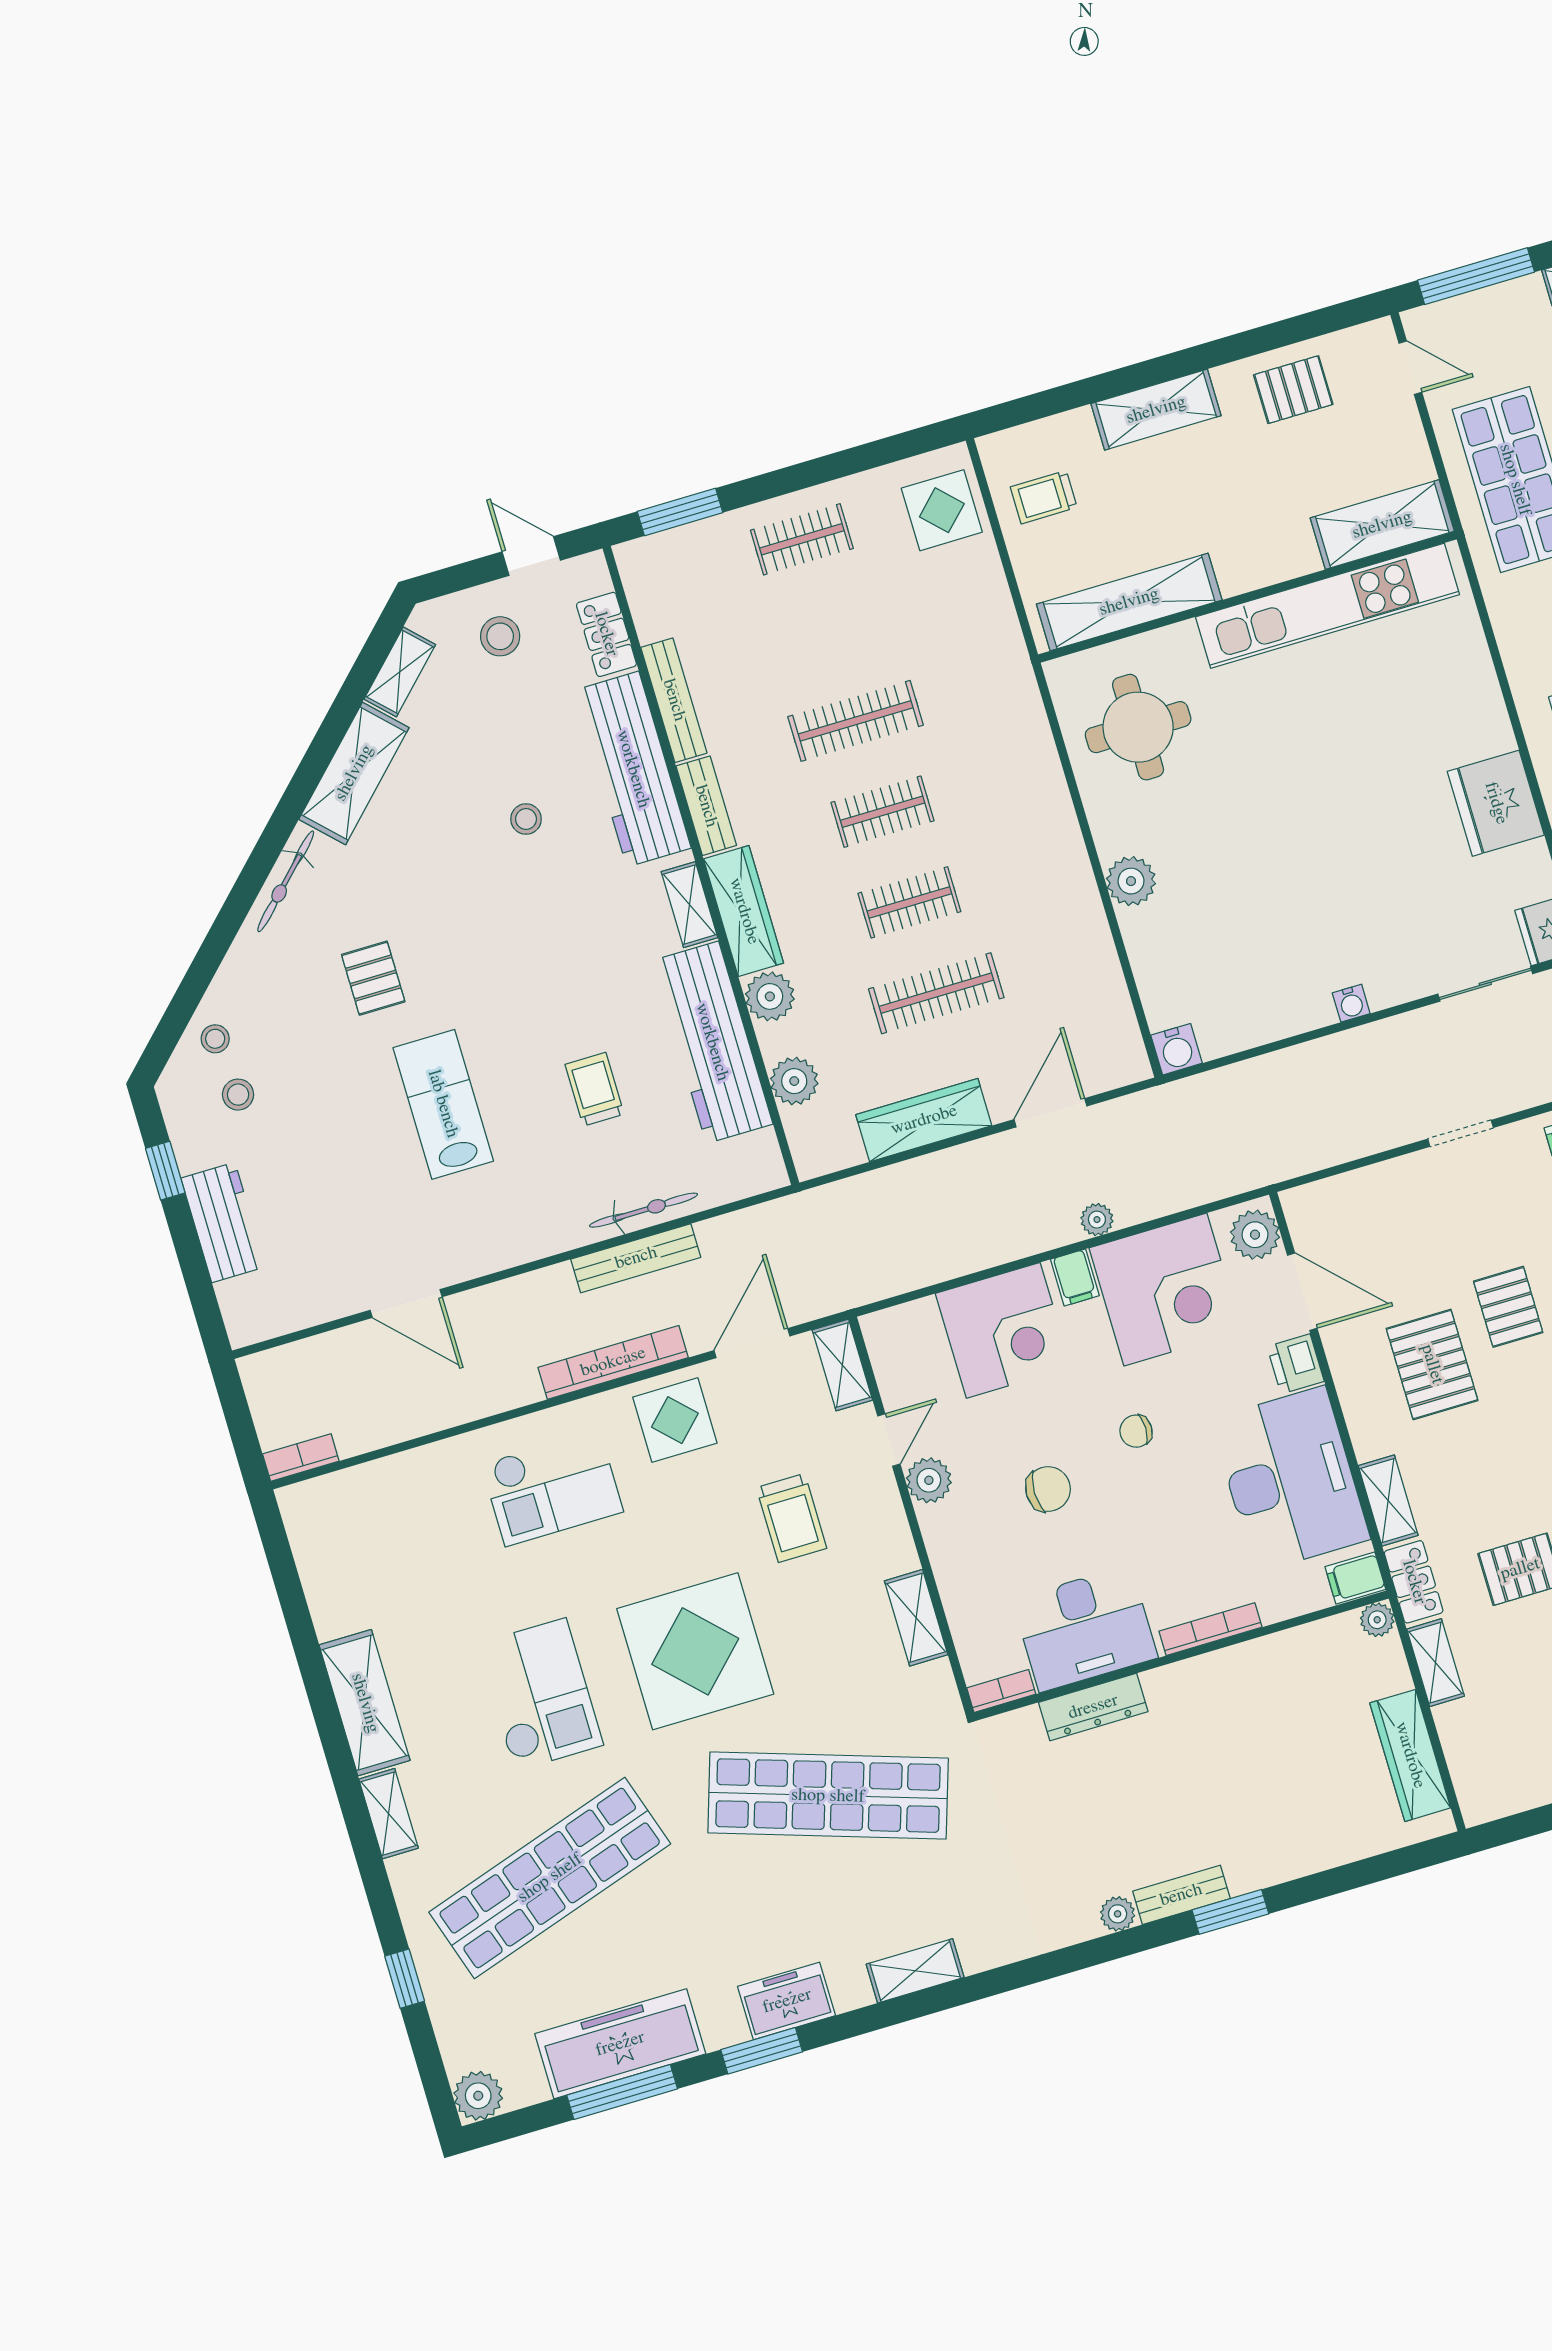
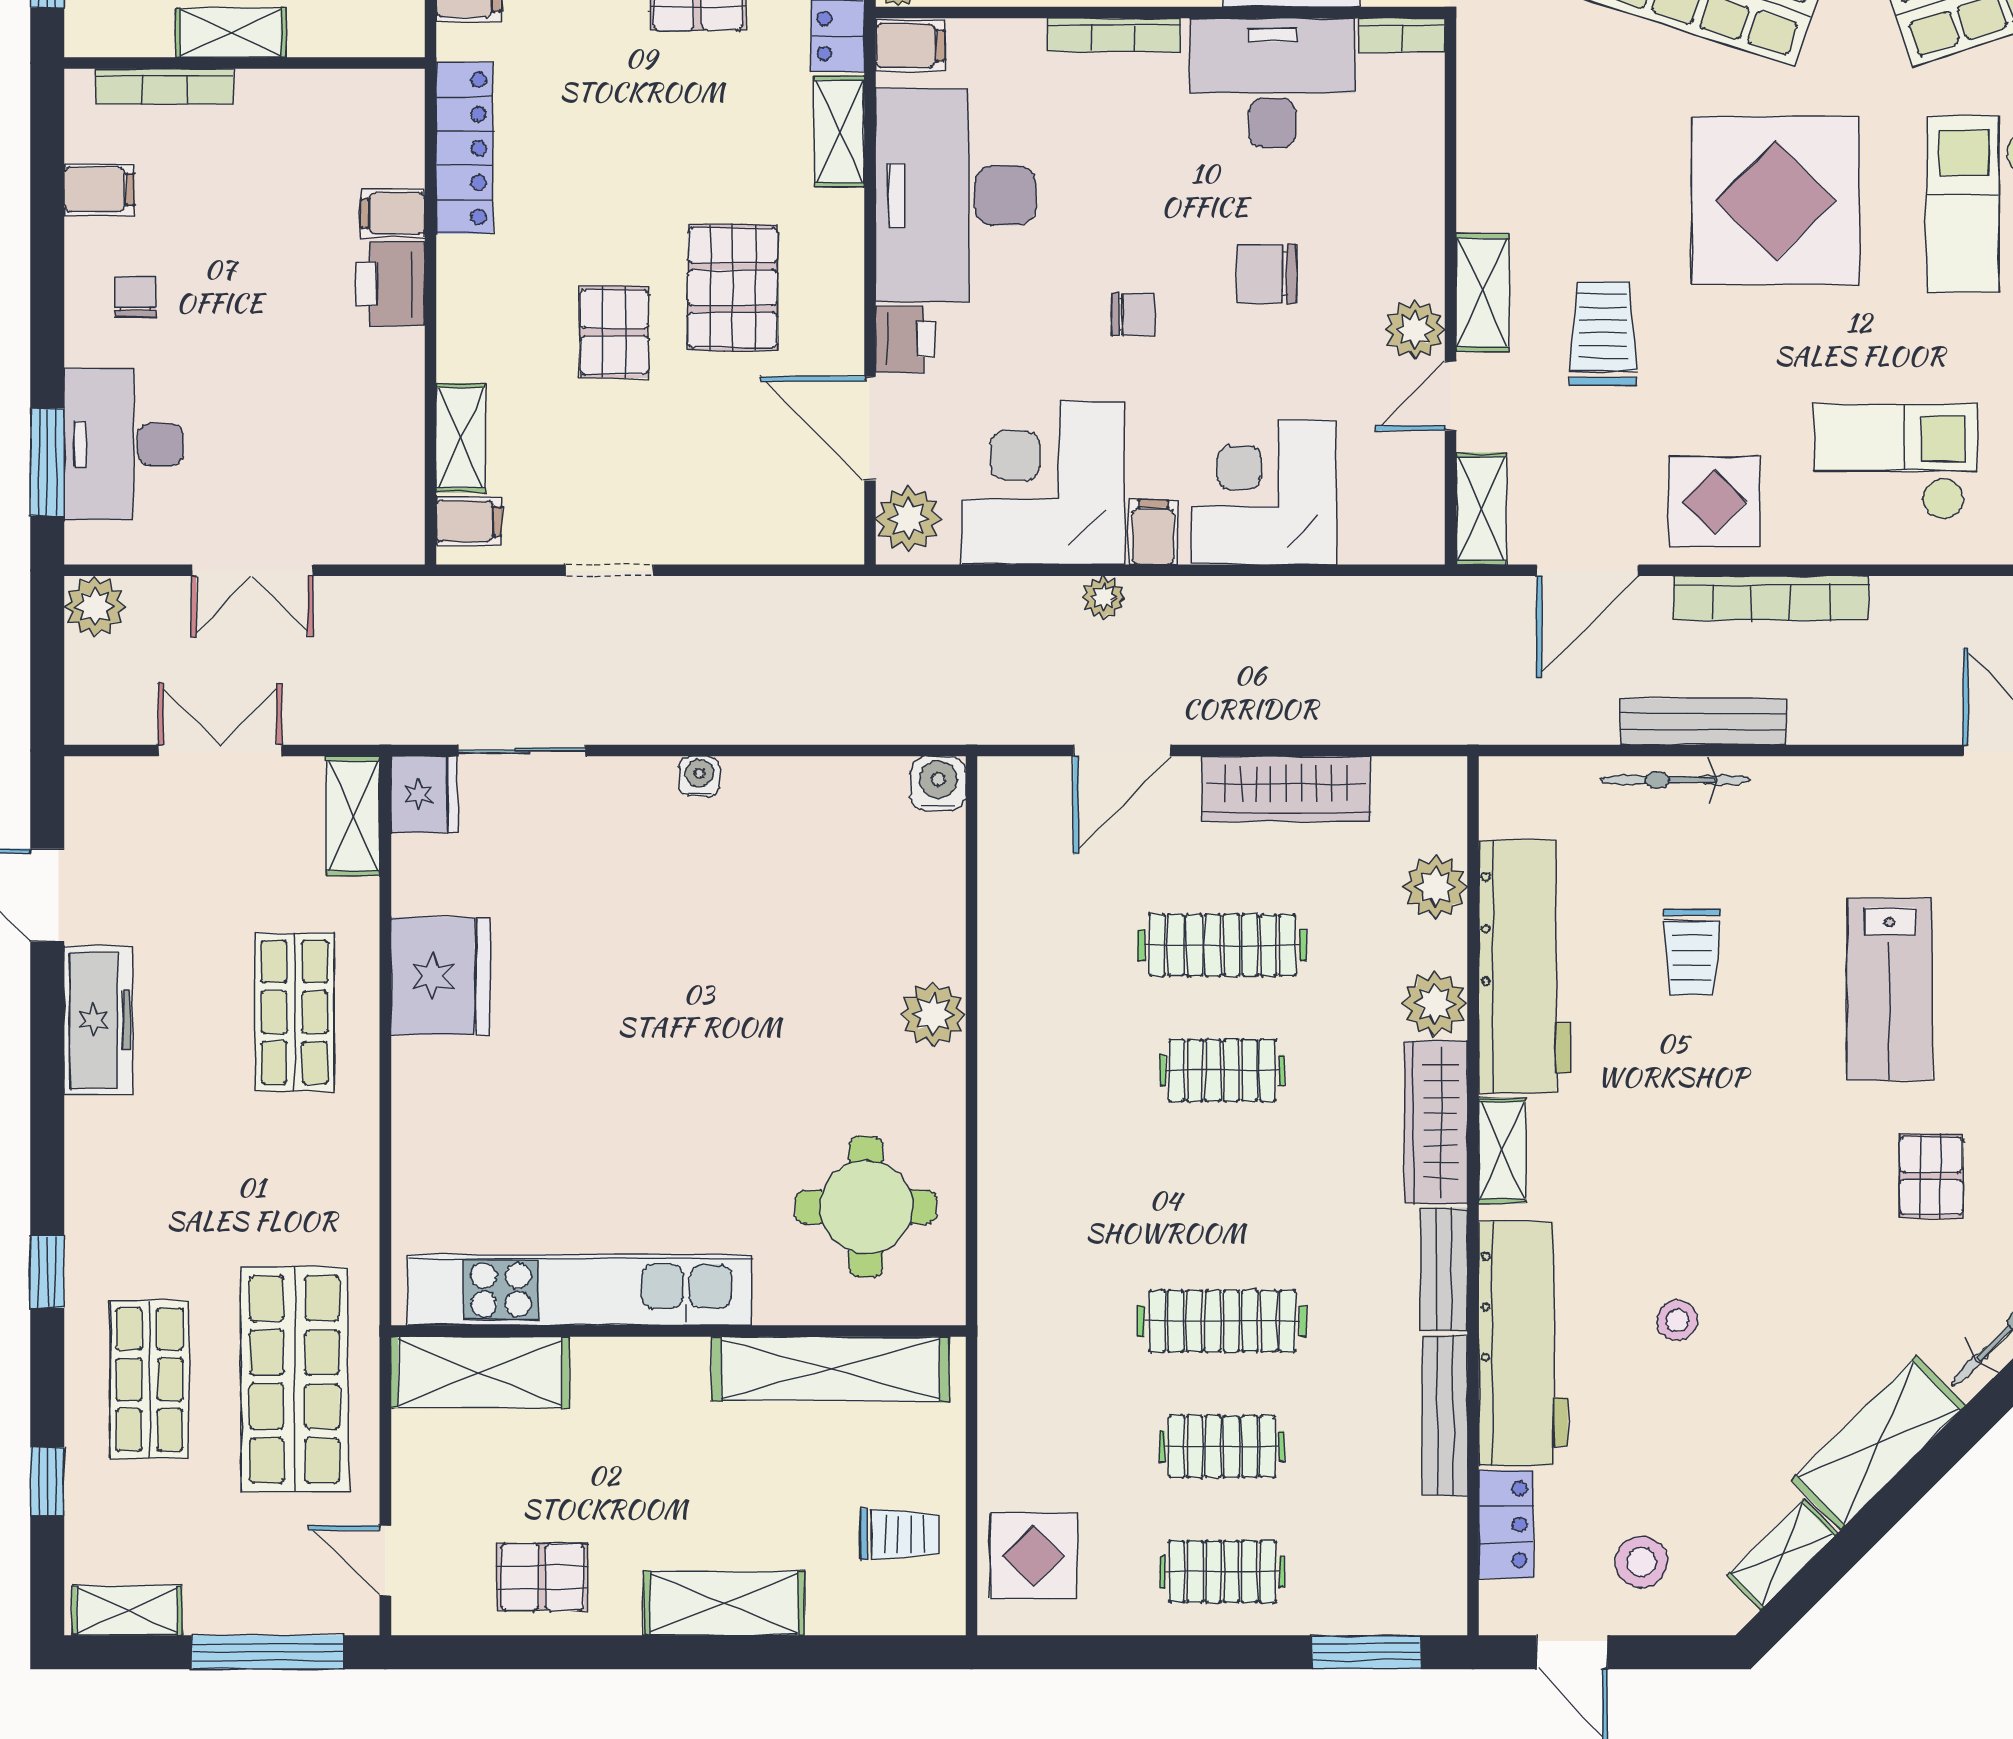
clothes rail: (883, 812) -> (1222, 1446), moved
shelving: (916, 1618) -> (1483, 292), moved

